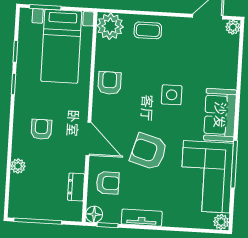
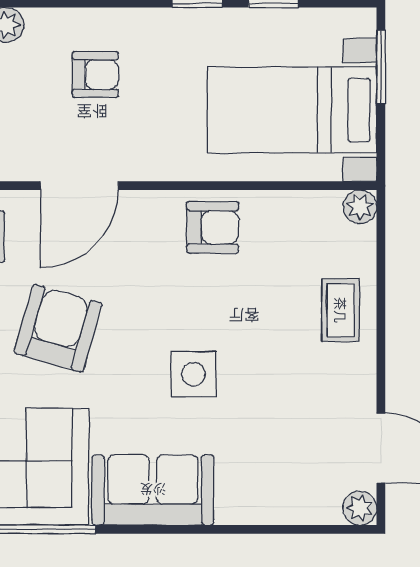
plant: (110, 26) -> (360, 207), width x0.53, depth x0.53

